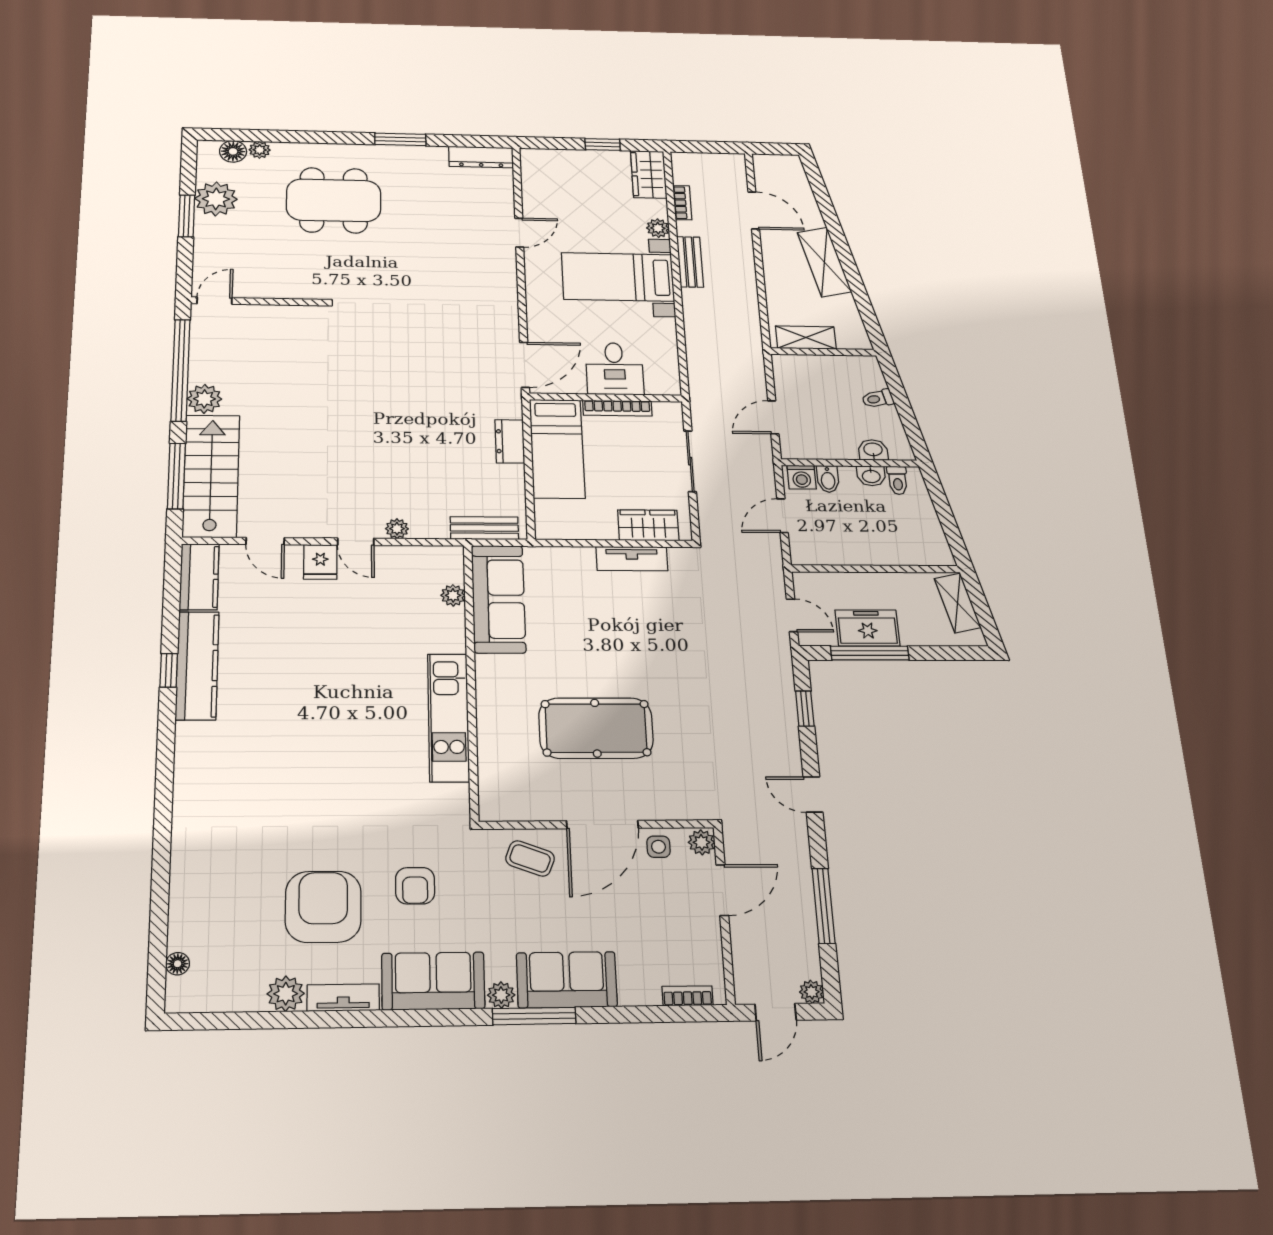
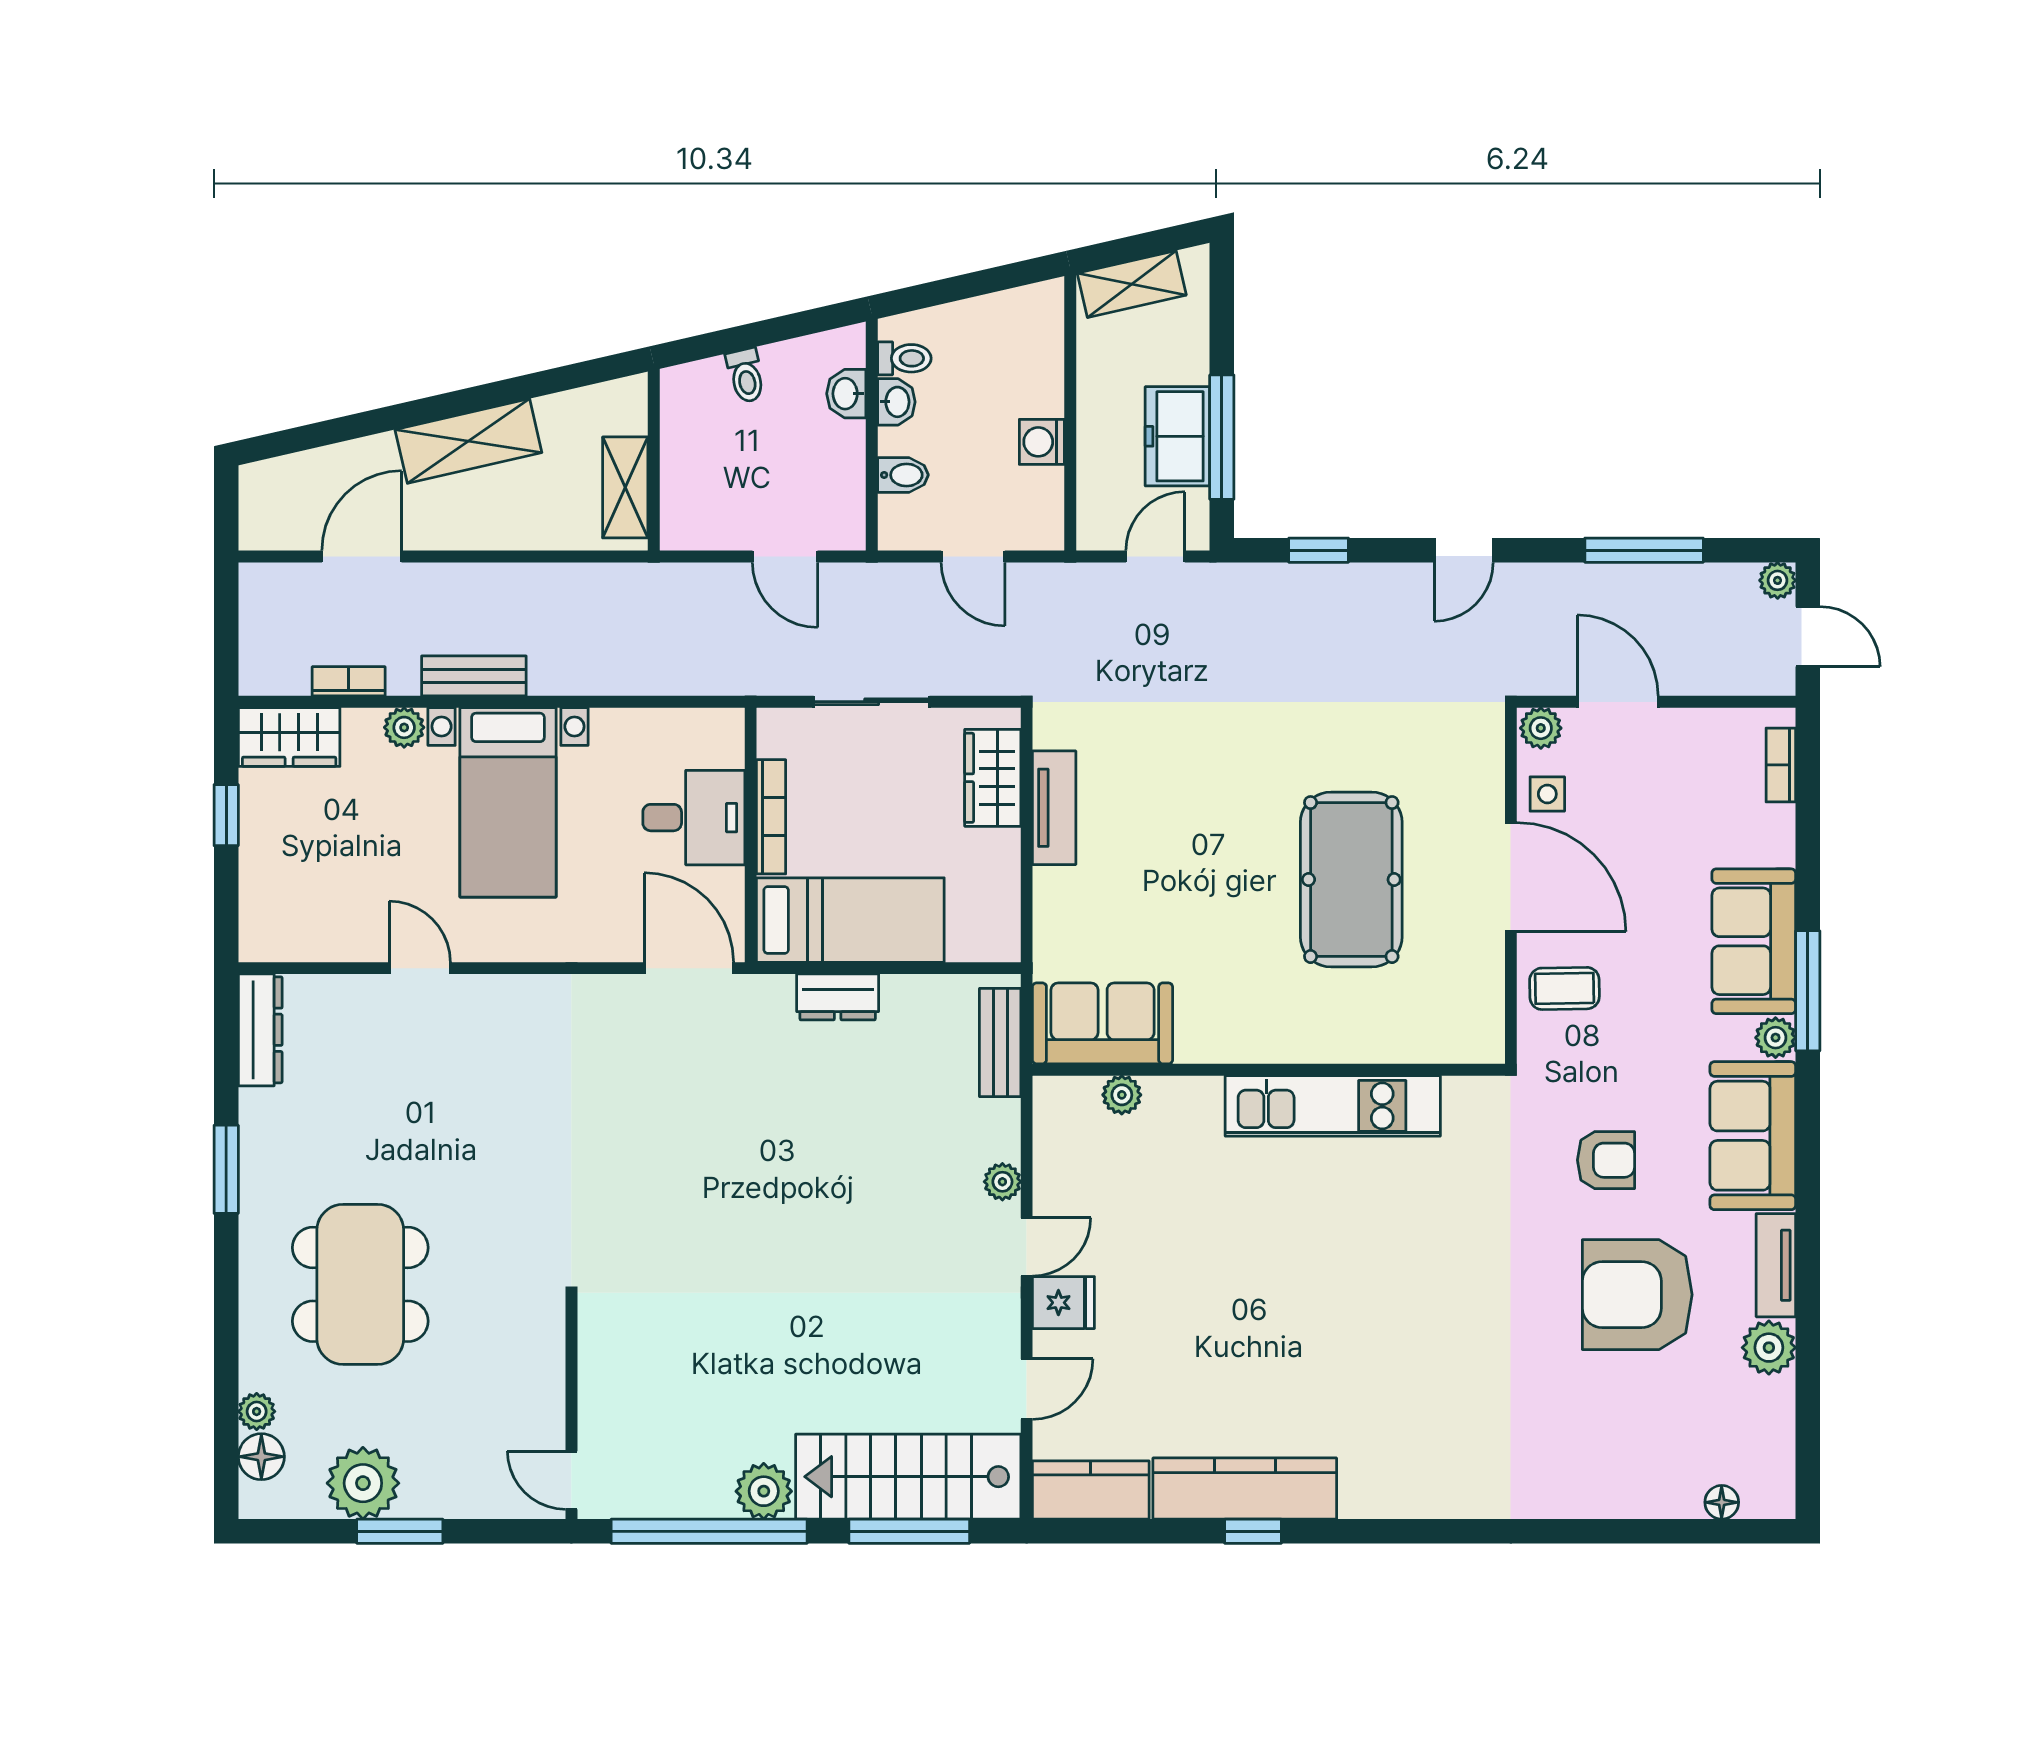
washing machine: (802, 477) -> (1042, 442), moved, turned 180
sofa: (498, 599) -> (1103, 1023), width x0.73
coffee table: (530, 858) -> (1564, 988), turned 68

